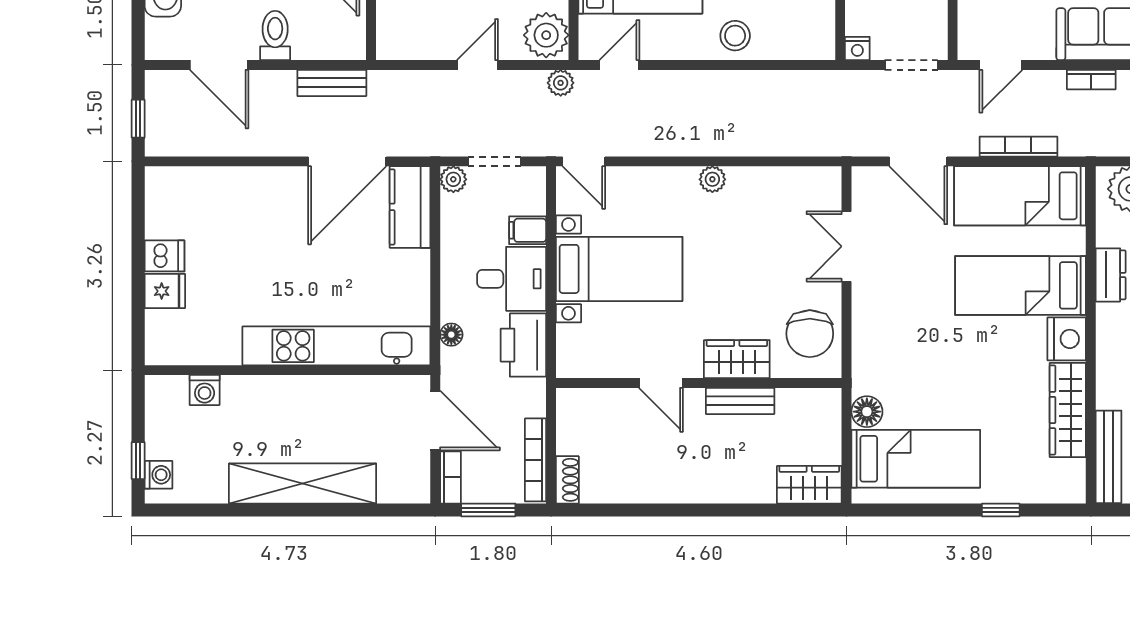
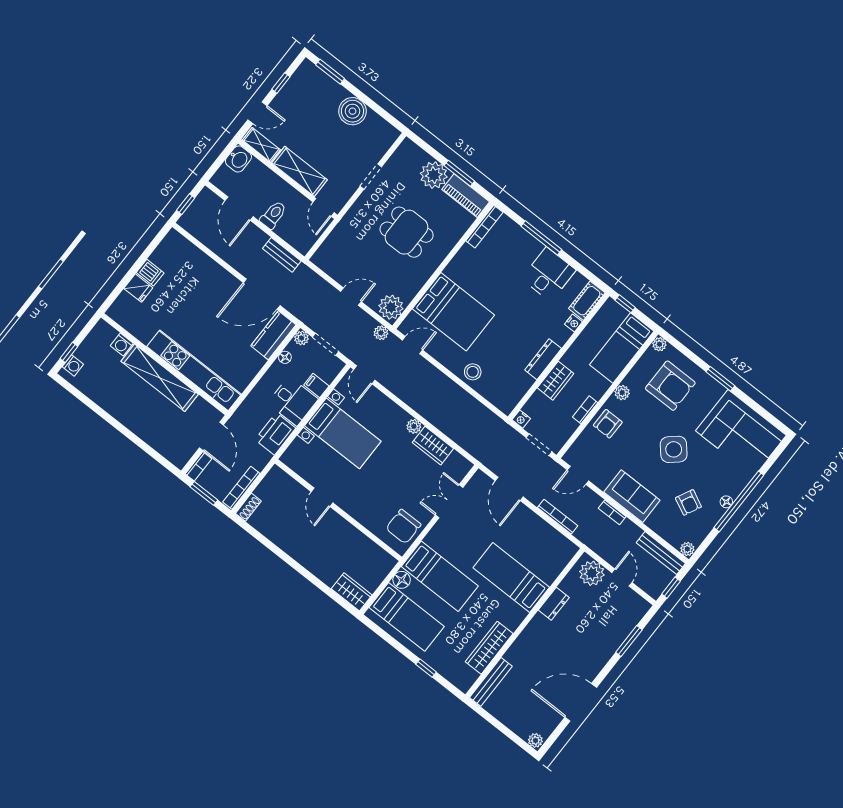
bed: (1020, 196) -> (440, 576), moved, turned 180
floor lamp: (451, 335) -> (285, 357), moved
nightstand: (1067, 339) -> (513, 616), removed
wardrobe: (737, 359) -> (433, 446), moved, turned 180
bench: (740, 401) -> (350, 532), removed
shelving: (303, 483) -> (160, 378), moved

